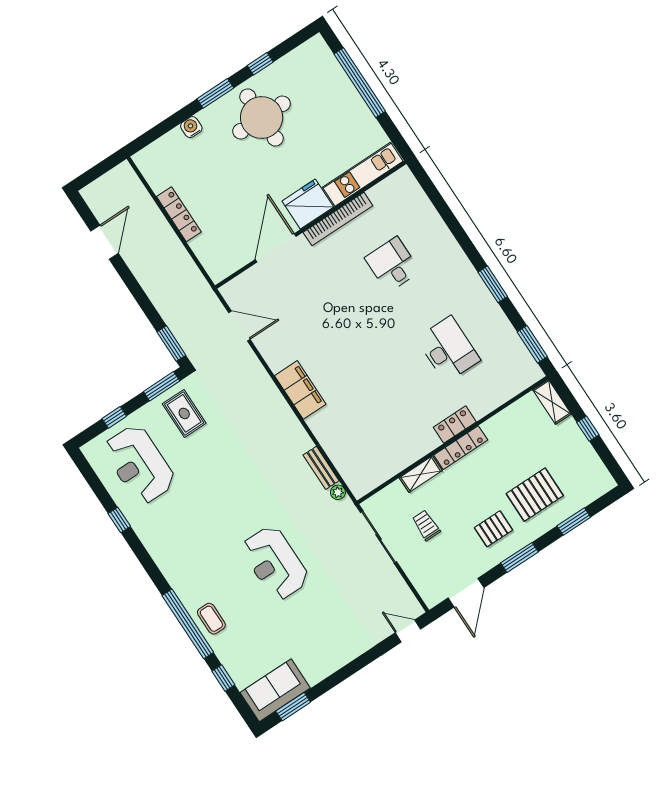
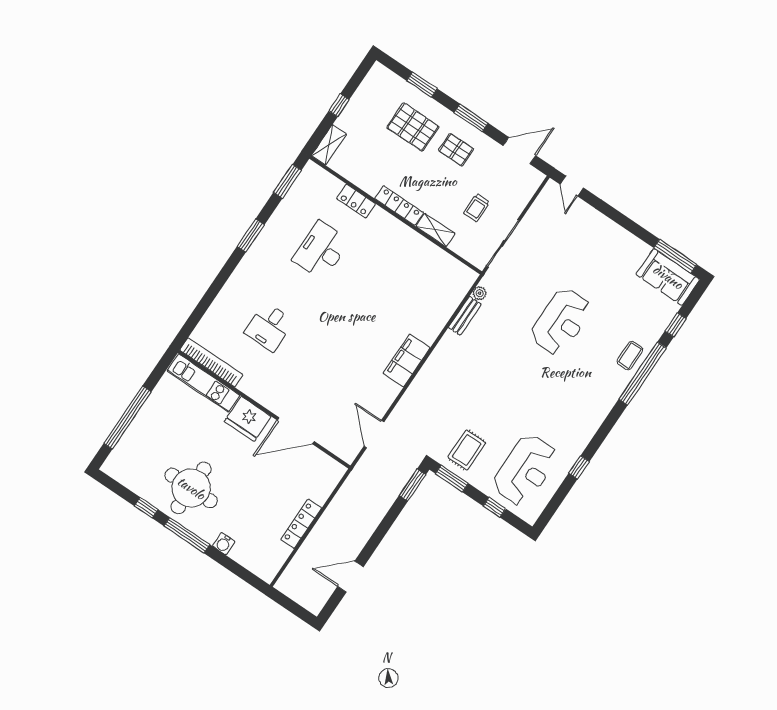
window: (215, 93) -> (187, 535), width x1.44
bookcase: (338, 219) -> (211, 362), moved
locker: (455, 425) -> (356, 201), moved
window: (293, 707) -> (675, 256), width x1.44

